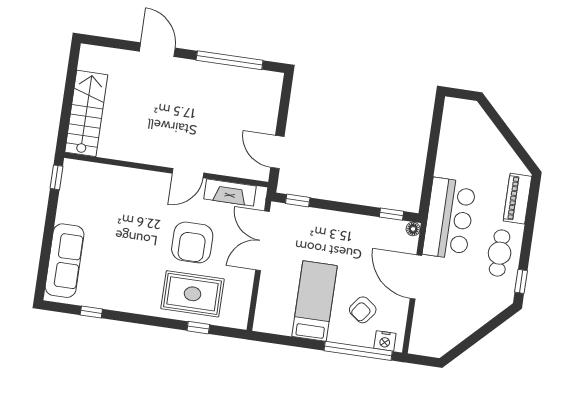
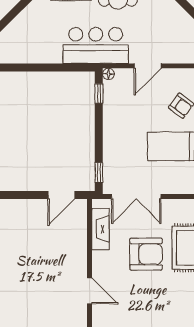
door: (188, 173) -> (90, 291), moved
door: (416, 277) -> (148, 66), width x0.73

